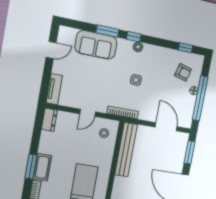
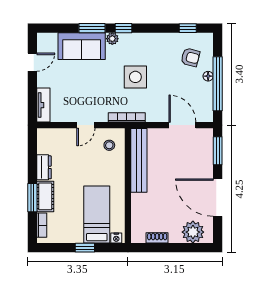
plant: (138, 47) -> (112, 39), moved
side table: (136, 80) -> (135, 77), width x1.87, depth x1.87
dresser: (49, 120) -> (44, 167), moved

